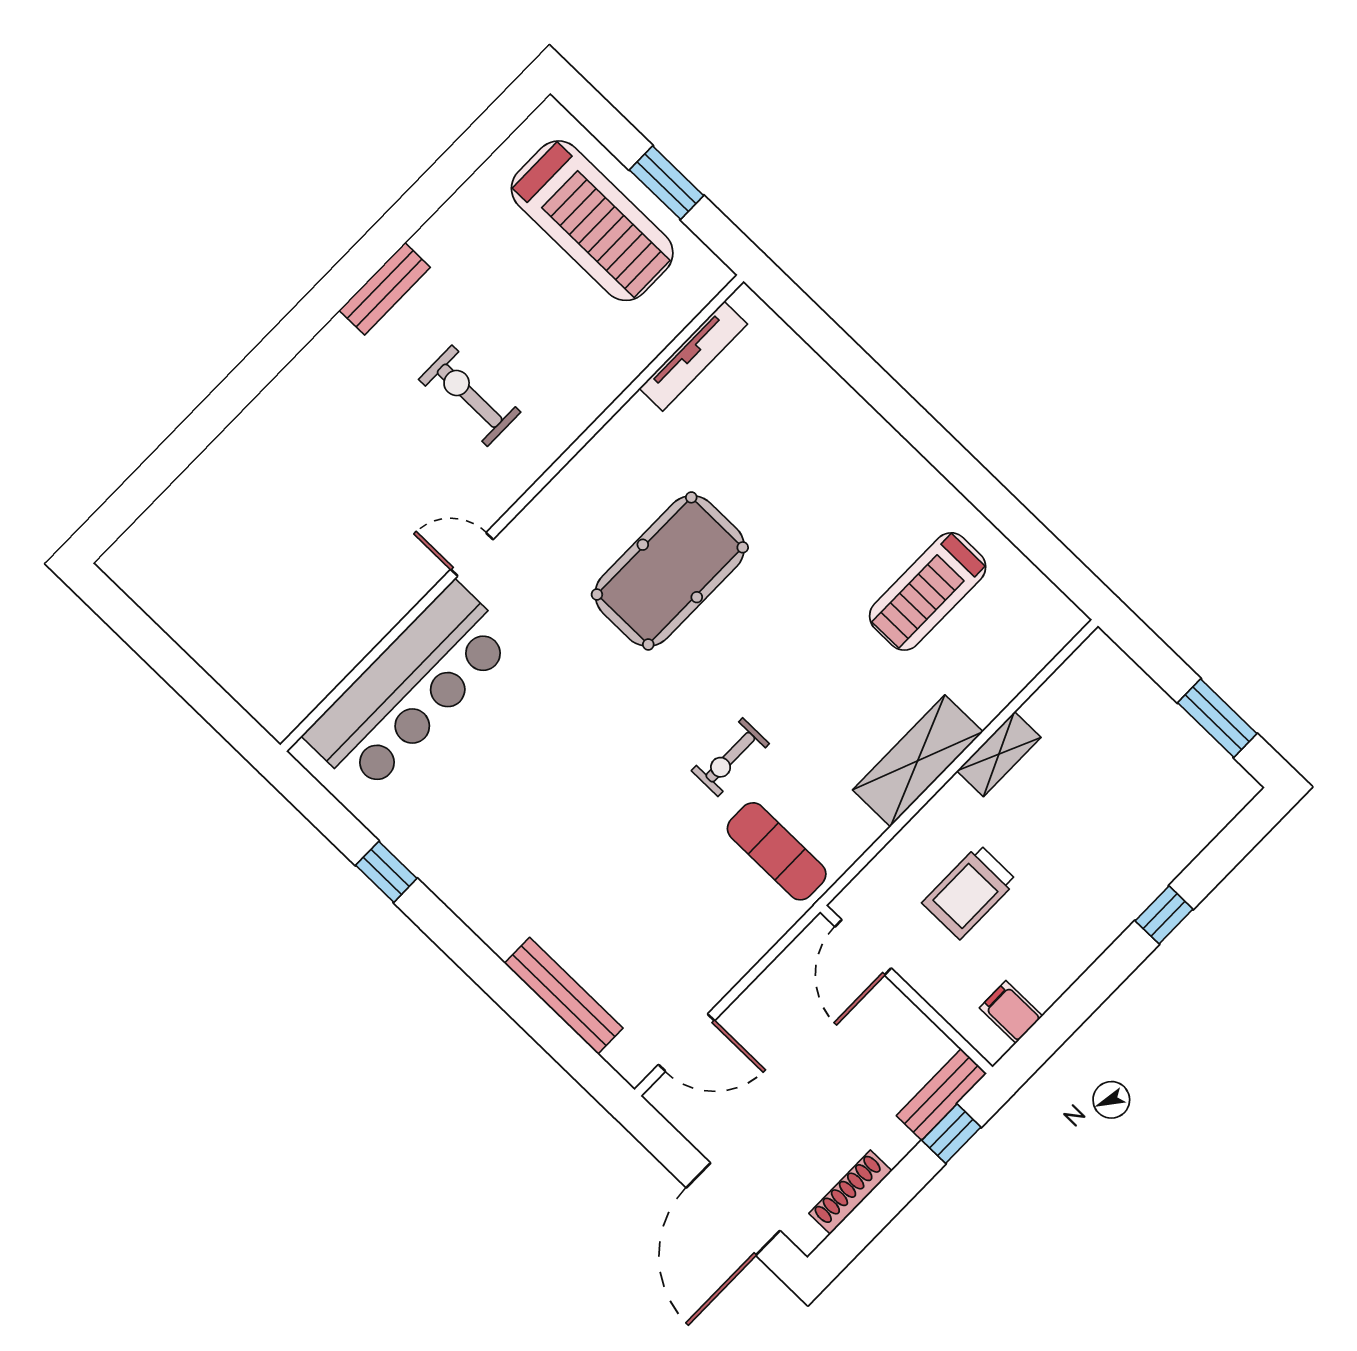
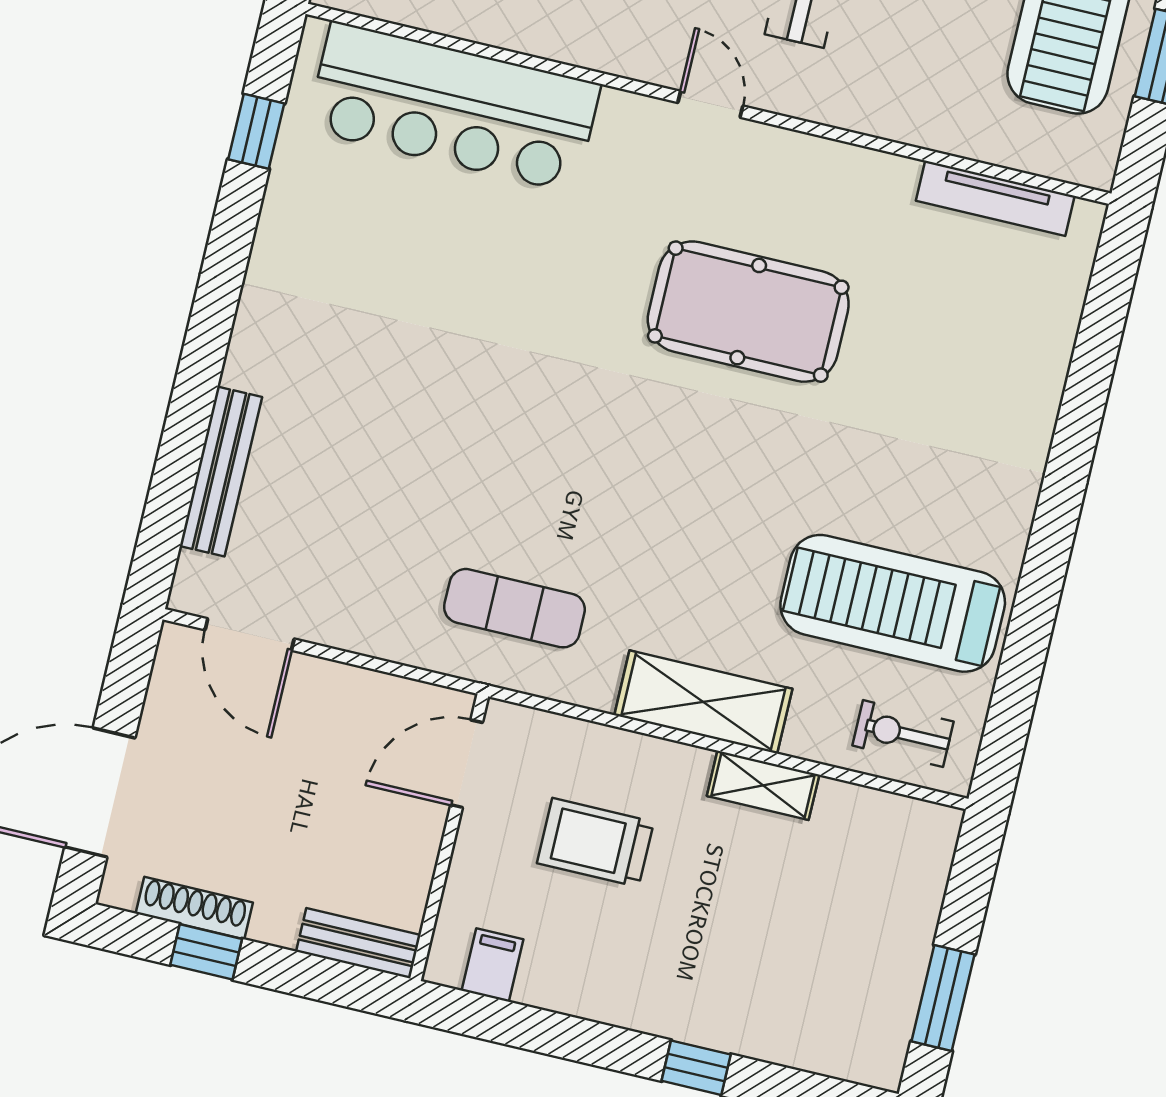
door: (472, 554) -> (710, 104), moved
treadmill: (928, 591) -> (893, 603), width x1.37, depth x1.38
exercise bike: (730, 757) -> (903, 734), moved
exercise mat: (777, 851) -> (514, 608), turned 90
window: (386, 872) -> (256, 131), moved
window: (951, 1134) -> (206, 952), moved

